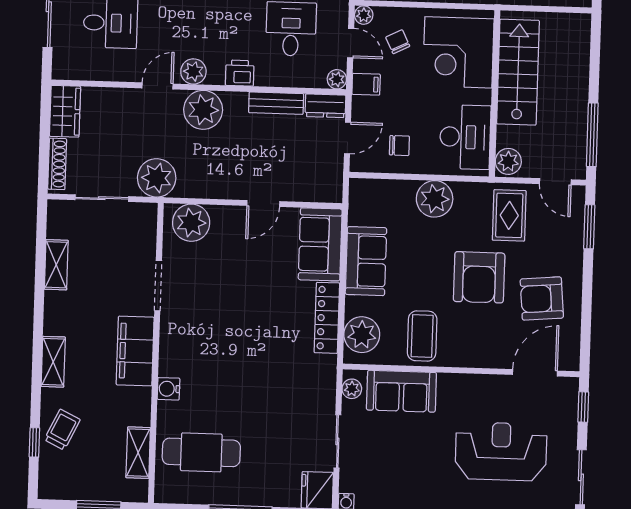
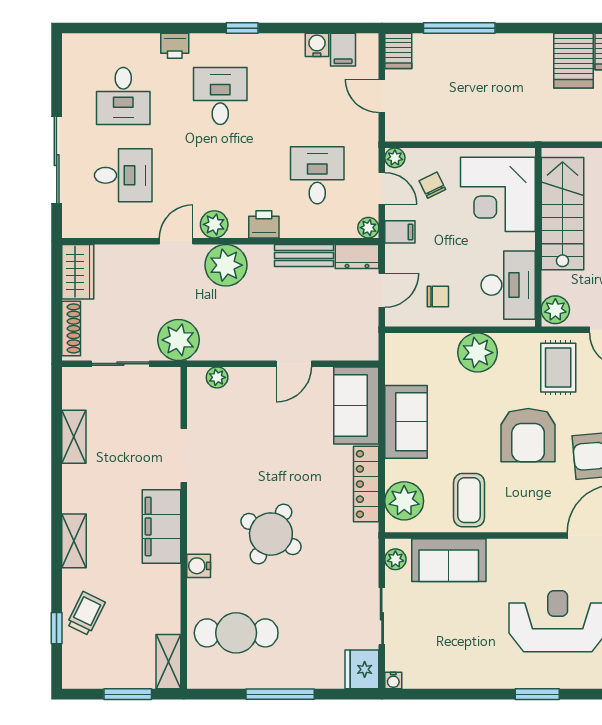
plant: (191, 223) -> (217, 377), width x0.53, depth x0.53
round table: (237, 361) -> (271, 534), added
shelving: (138, 453) -> (168, 662), moved

